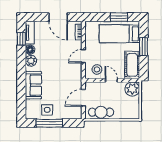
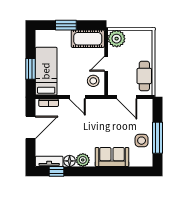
window: (119, 17) -> (31, 69), moved
bed: (119, 34) -> (46, 71), moved, turned 180

